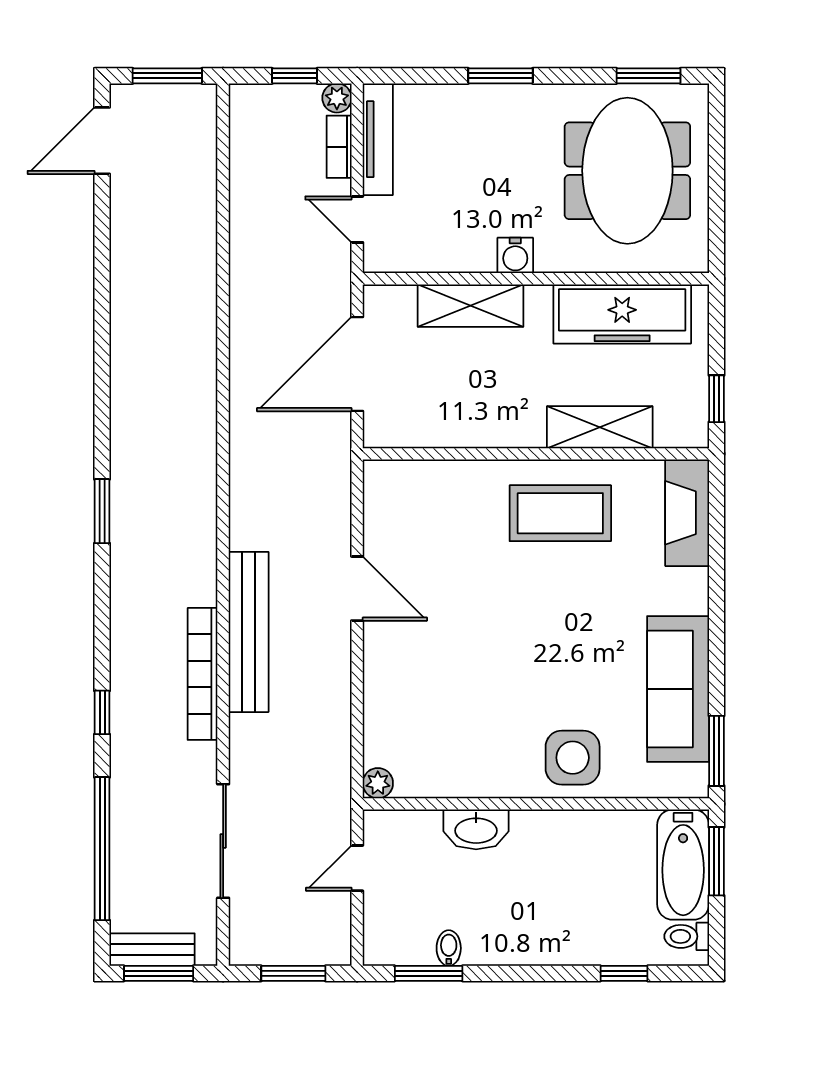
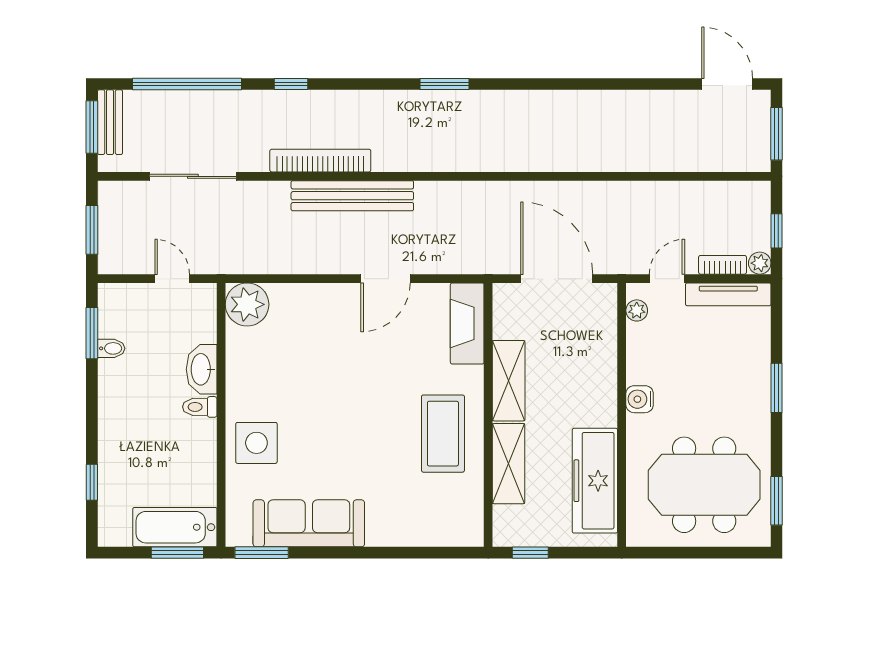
plant: (399, 259) -> (637, 310), added
shelving: (471, 306) -> (509, 381), moved
fireplace: (687, 513) -> (467, 323), moved, turned -90
plant: (378, 783) -> (247, 304), width x1.88, depth x1.88
toilet: (687, 936) -> (200, 407), moved, turned -90

